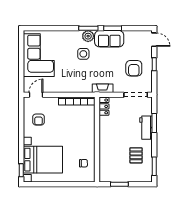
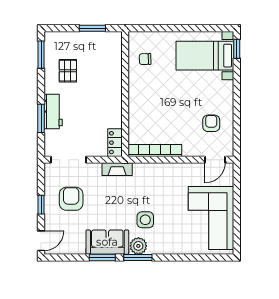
door: (154, 40) -> (41, 241), swing flipped
bed with nightstands: (43, 160) -> (205, 56), width x0.73

